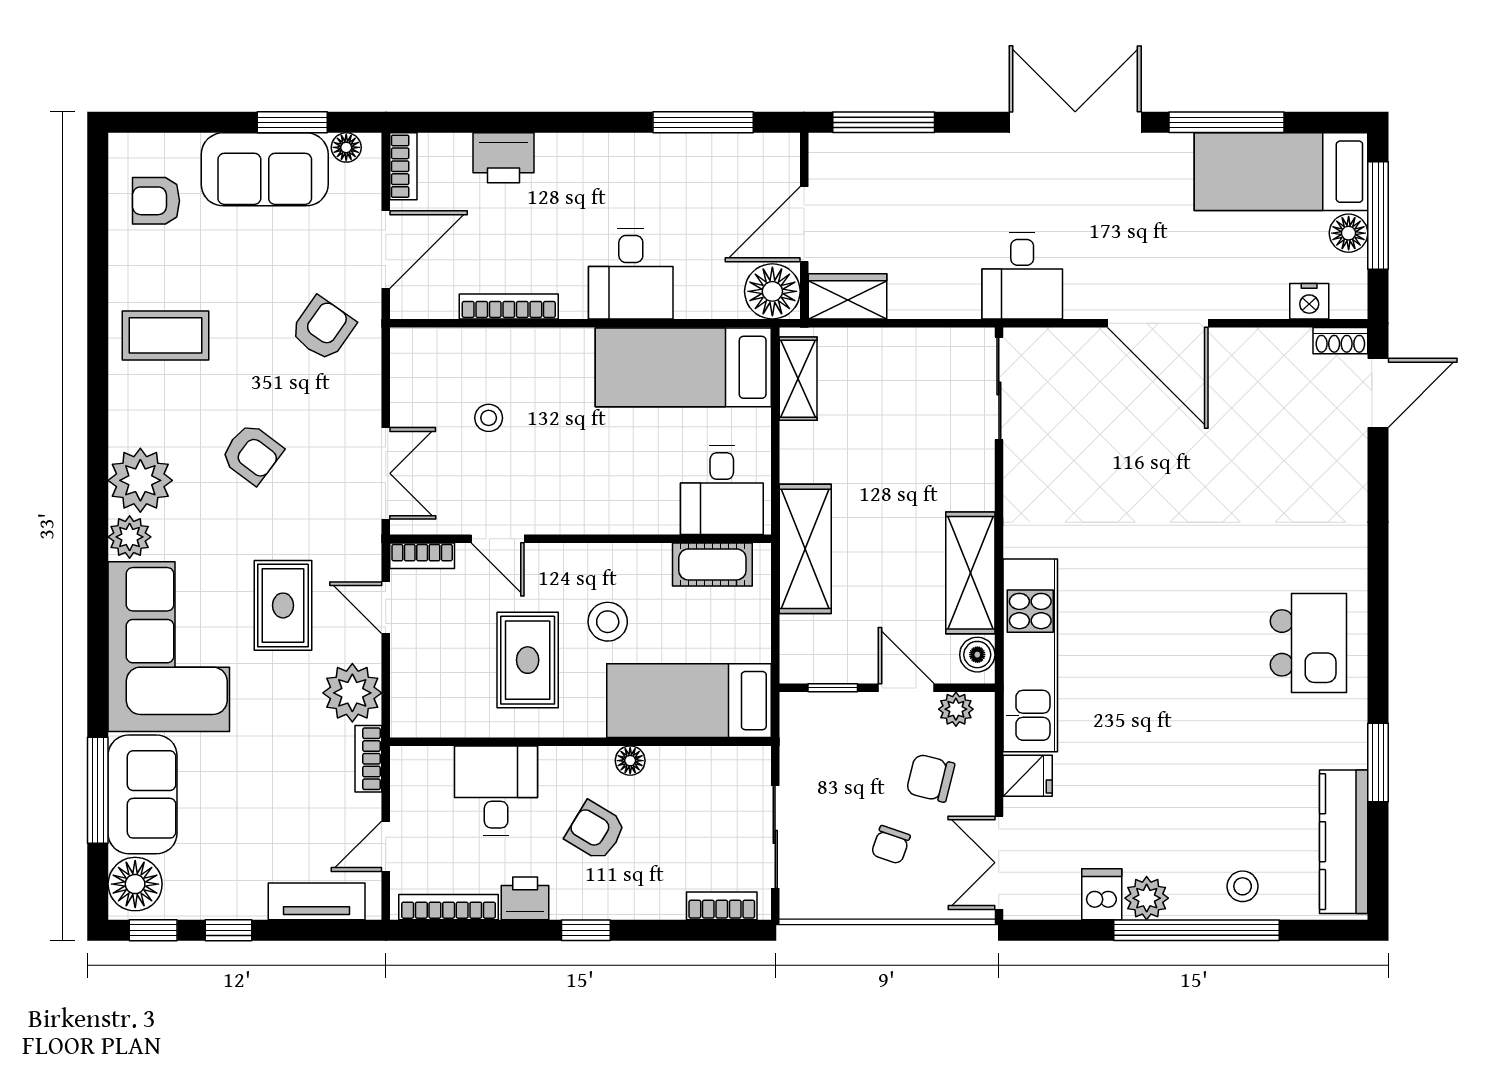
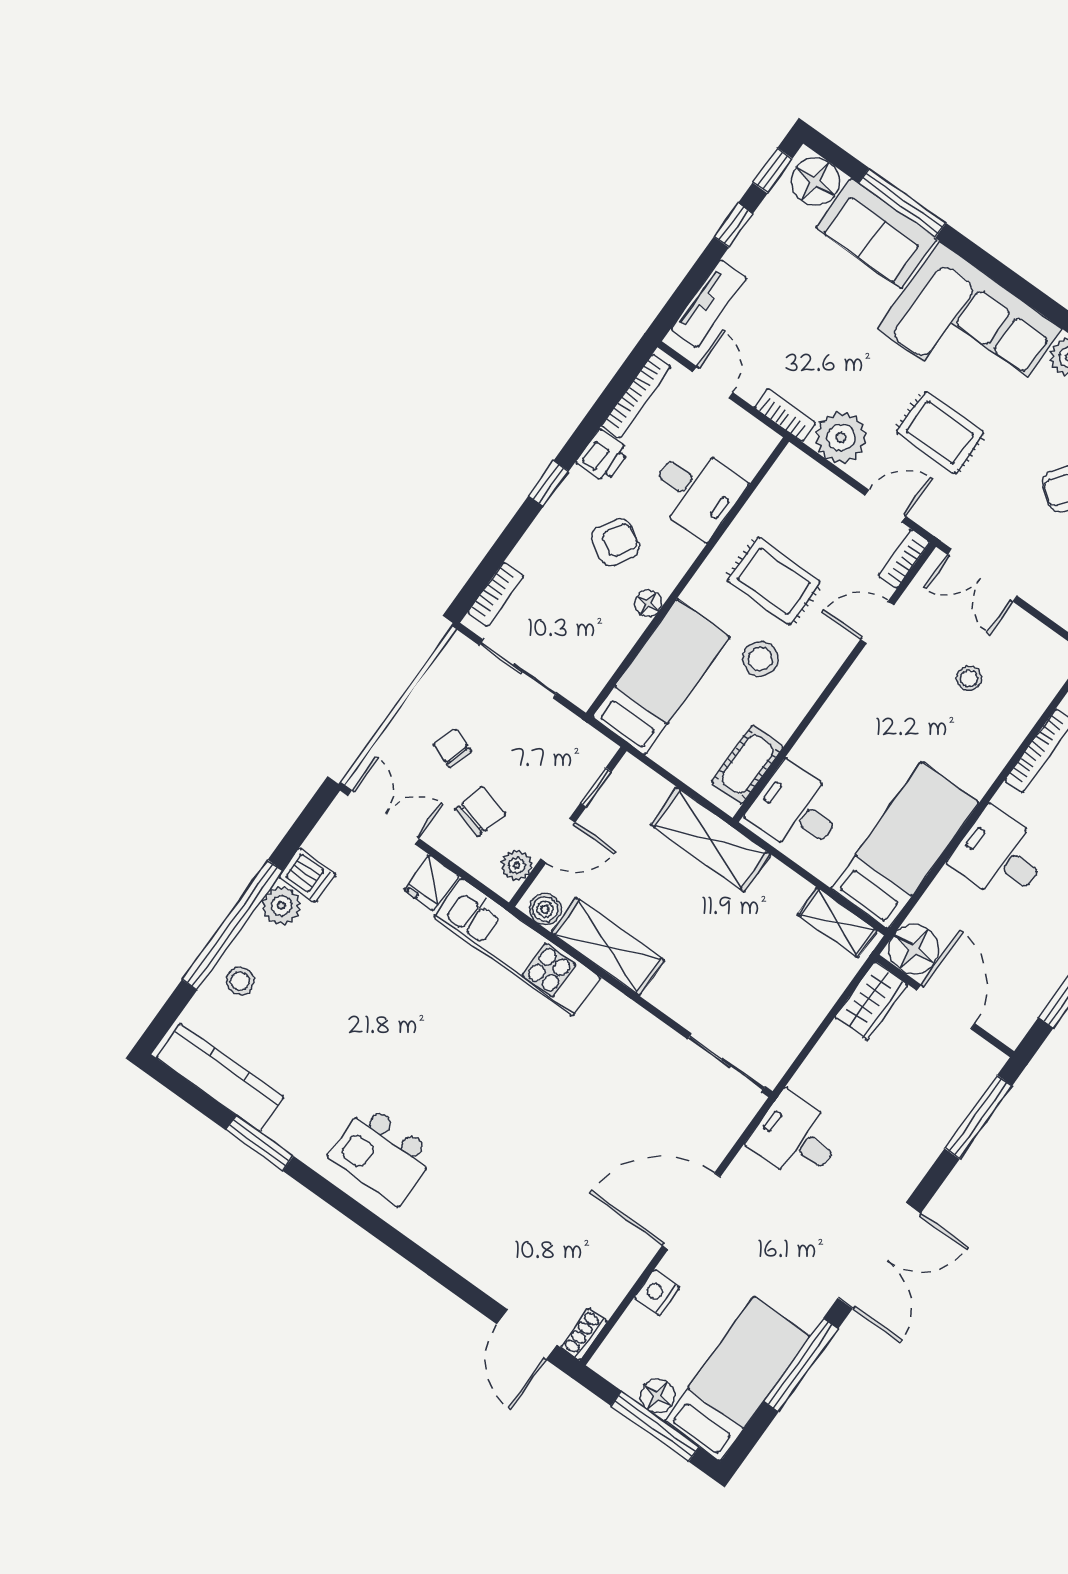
nightstand: (1309, 301) -> (657, 1293), moved

